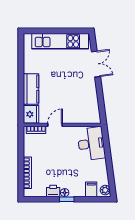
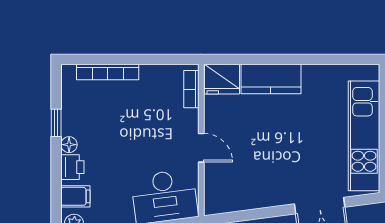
door: (55, 125) -> (201, 148), moved
printer: (53, 191) -> (72, 167), moved
window: (67, 199) -> (56, 123), moved

